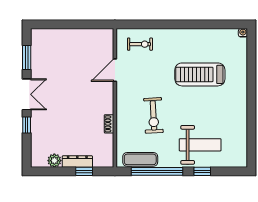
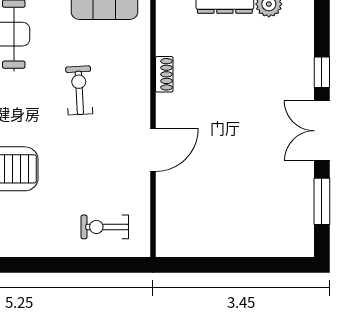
door: (115, 70) -> (153, 150), moved
exercise bike: (153, 115) -> (79, 90), width x0.73, depth x0.72

